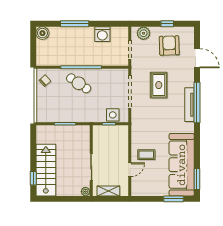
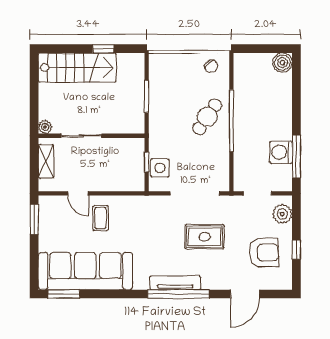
window: (75, 24) -> (296, 156), moved
window: (33, 178) -> (103, 49), moved
window: (174, 199) -> (34, 219), moved

